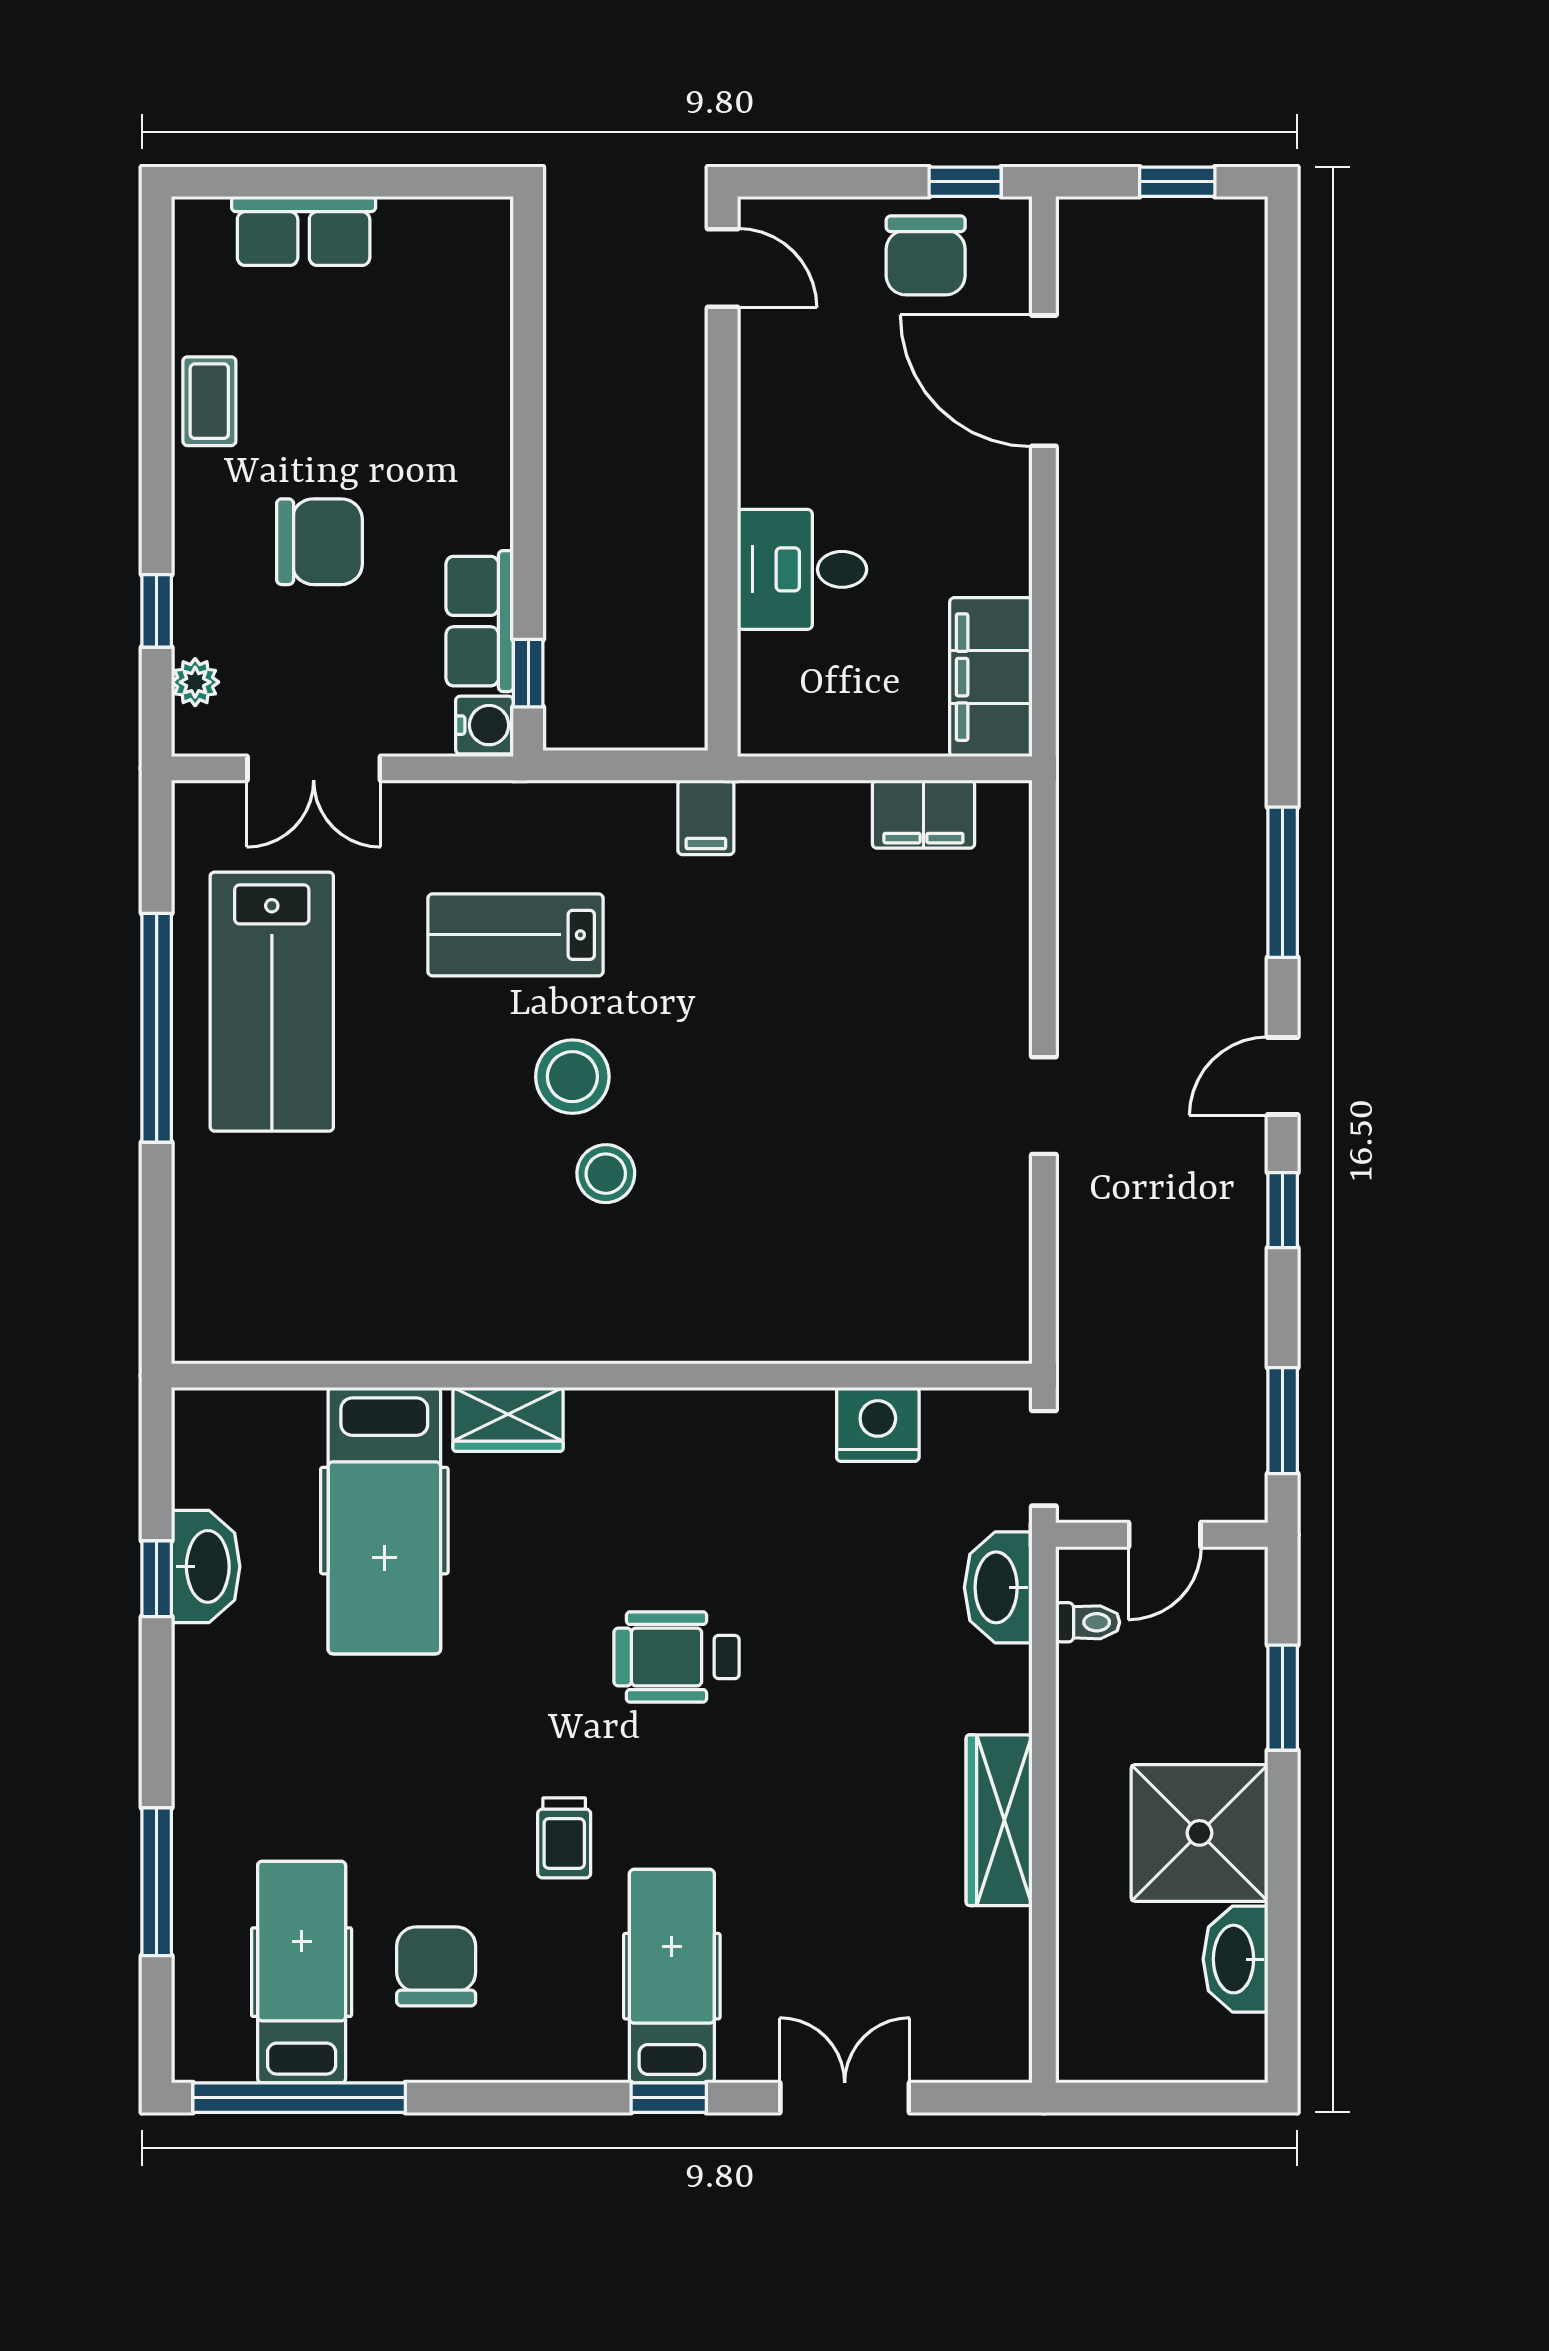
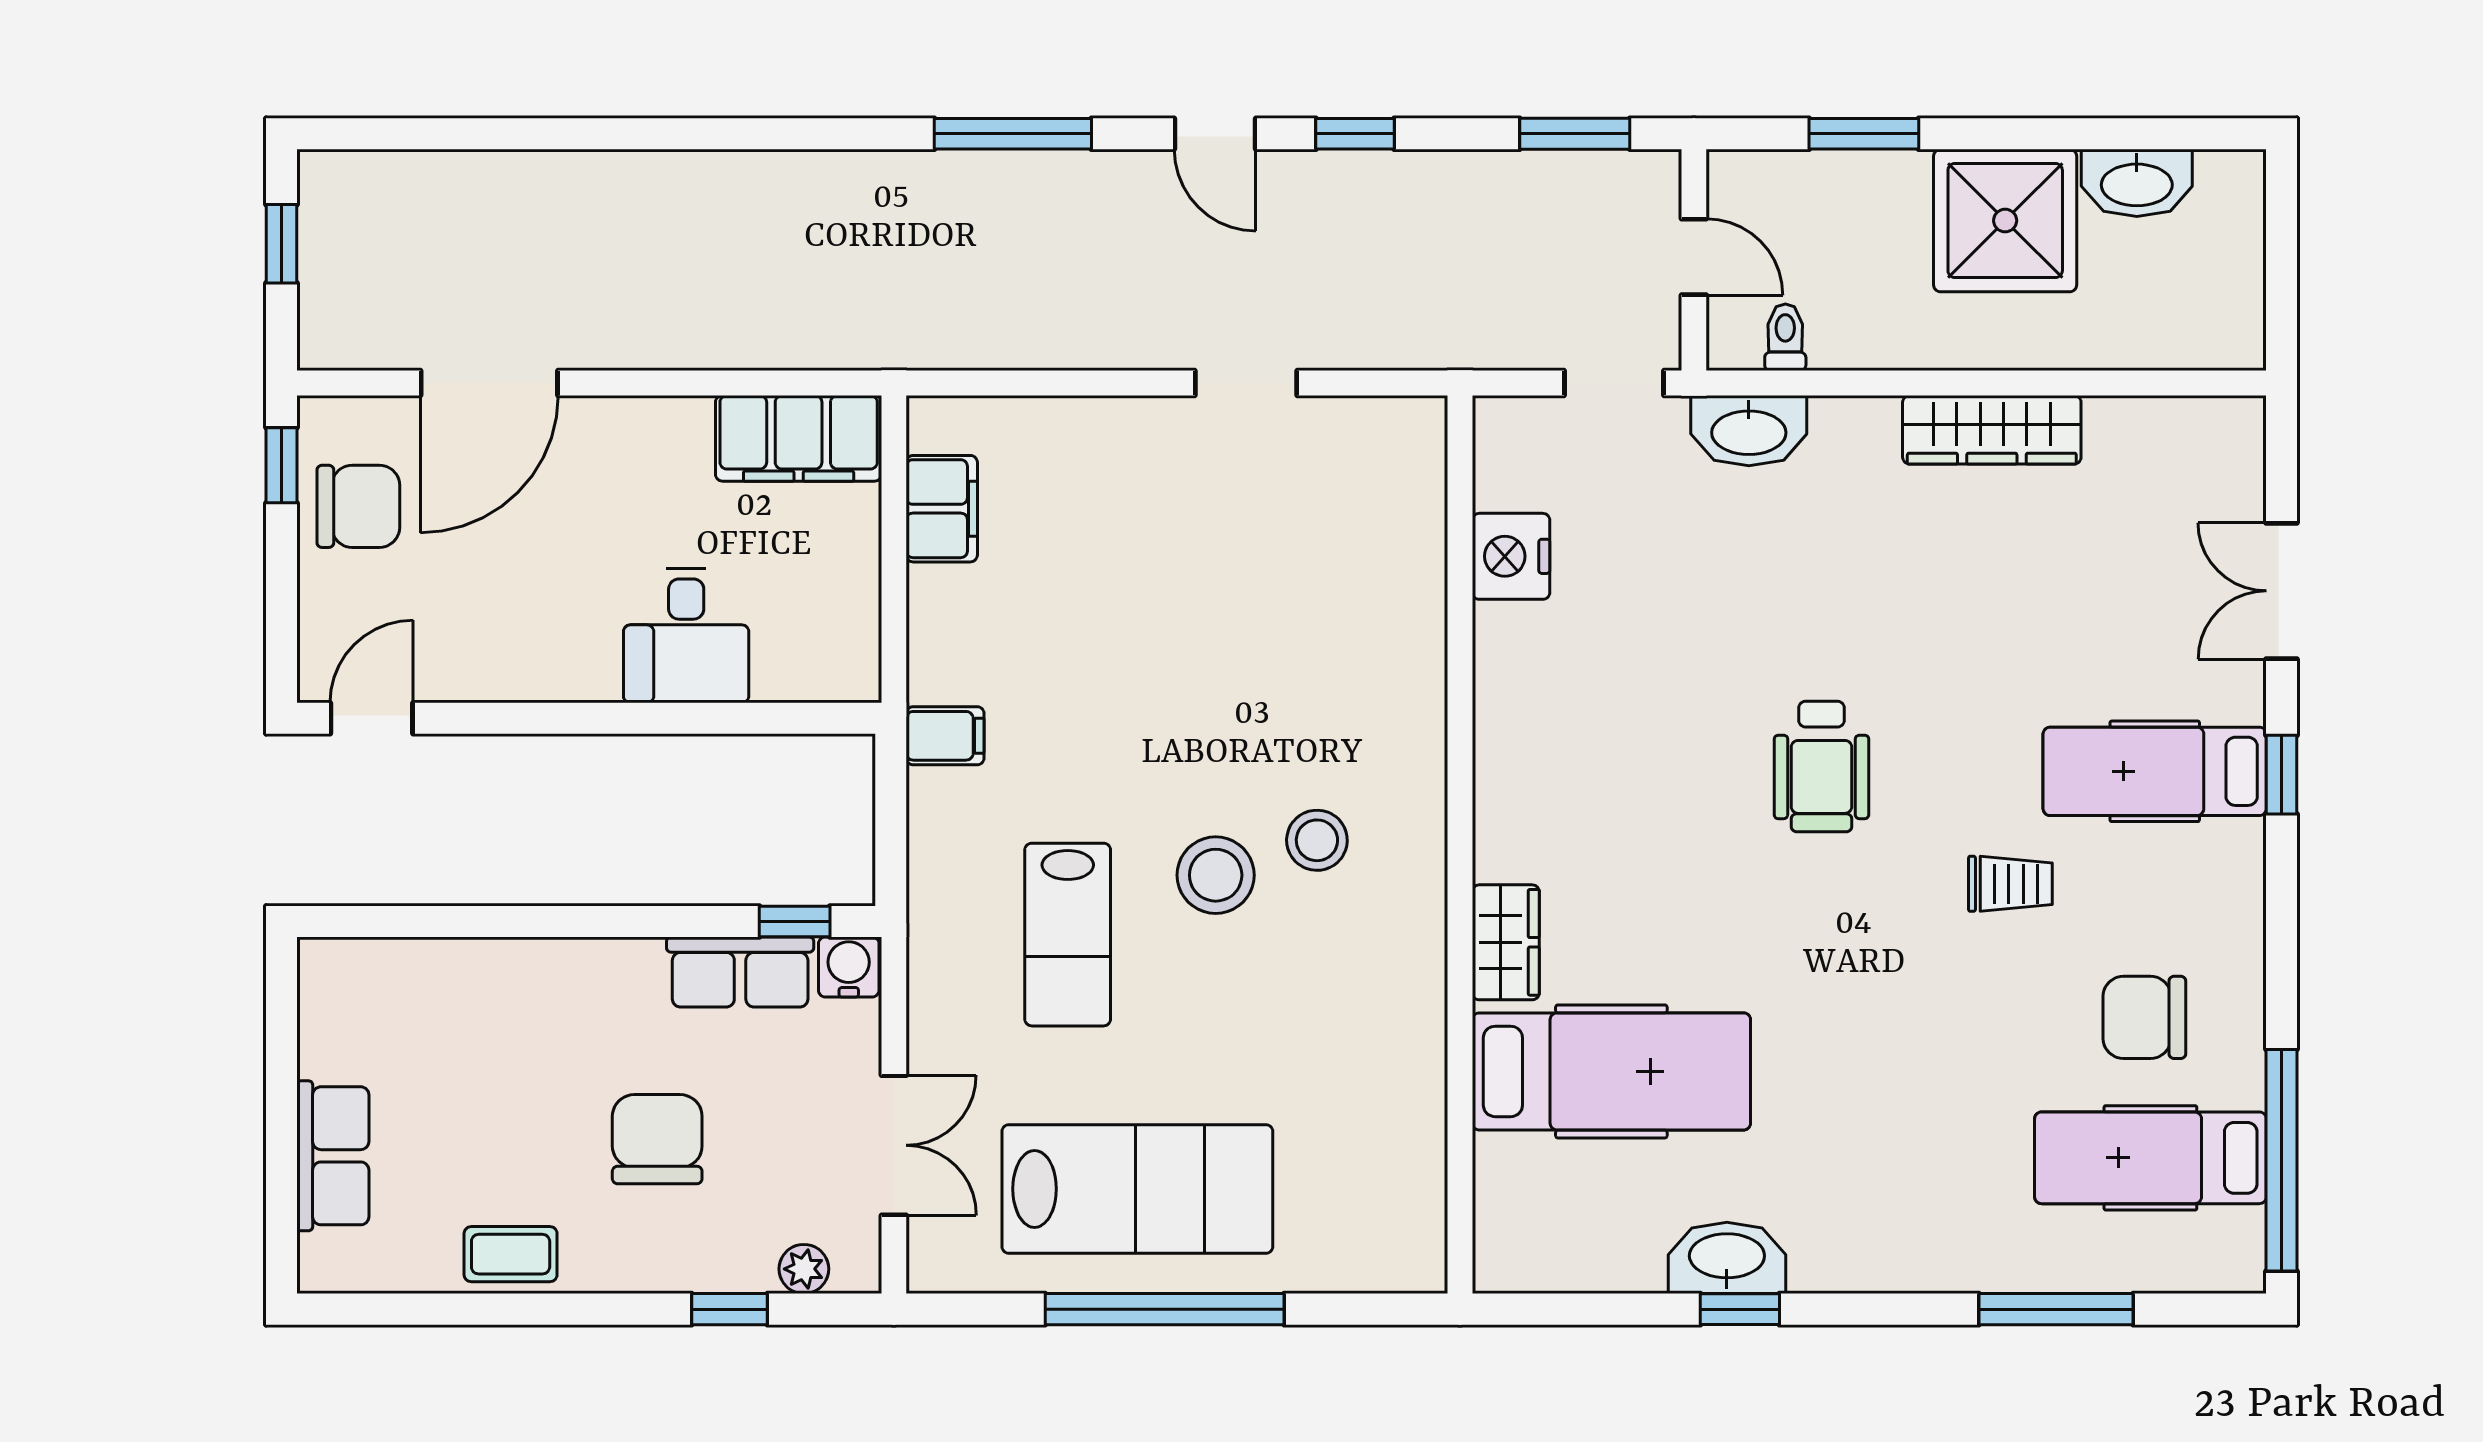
wall: (602, 1376) -> (1460, 845), moved
wardrobe: (508, 1419) -> (1506, 942), moved
nightstand: (878, 1424) -> (1511, 556), moved
hospital bed: (384, 1521) -> (1611, 1071), moved

